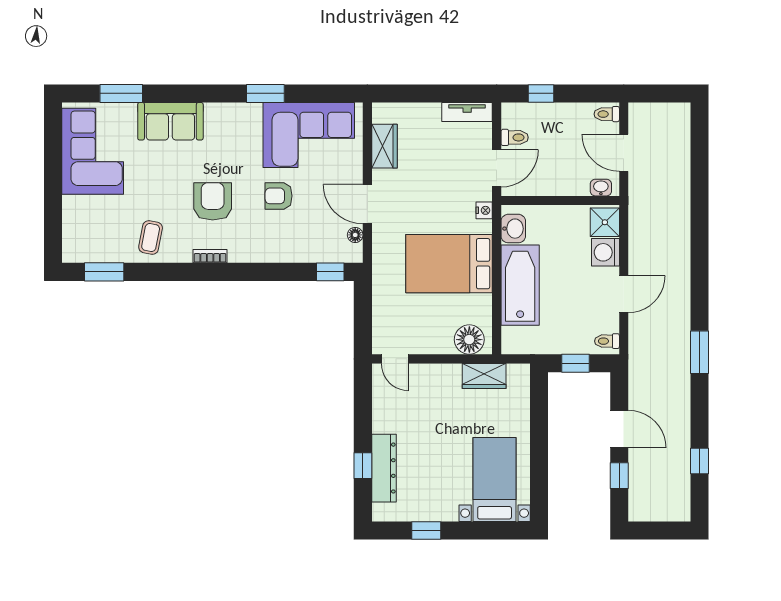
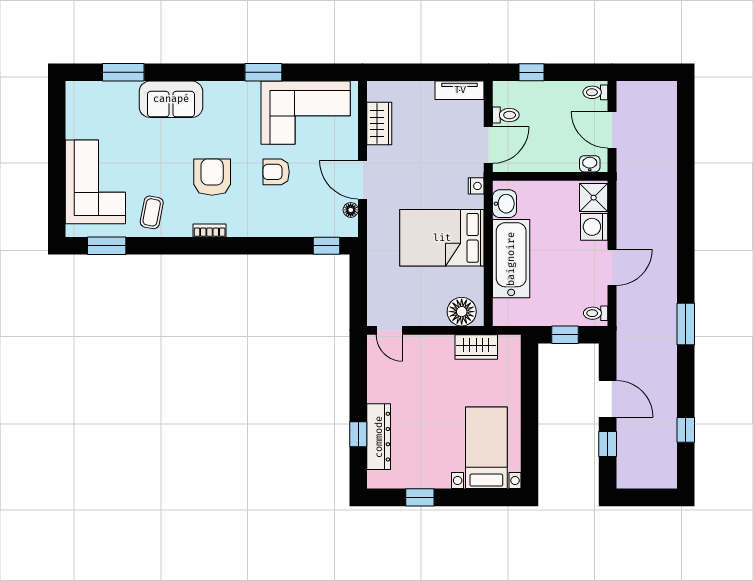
corner sofa: (93, 151) -> (95, 182), moved

